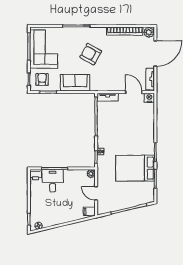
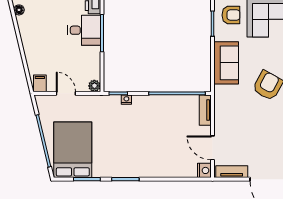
door: (134, 92) -> (213, 148), swing flipped
bed: (135, 168) -> (73, 150), moved
door: (96, 193) -> (66, 93), hinge flipped

